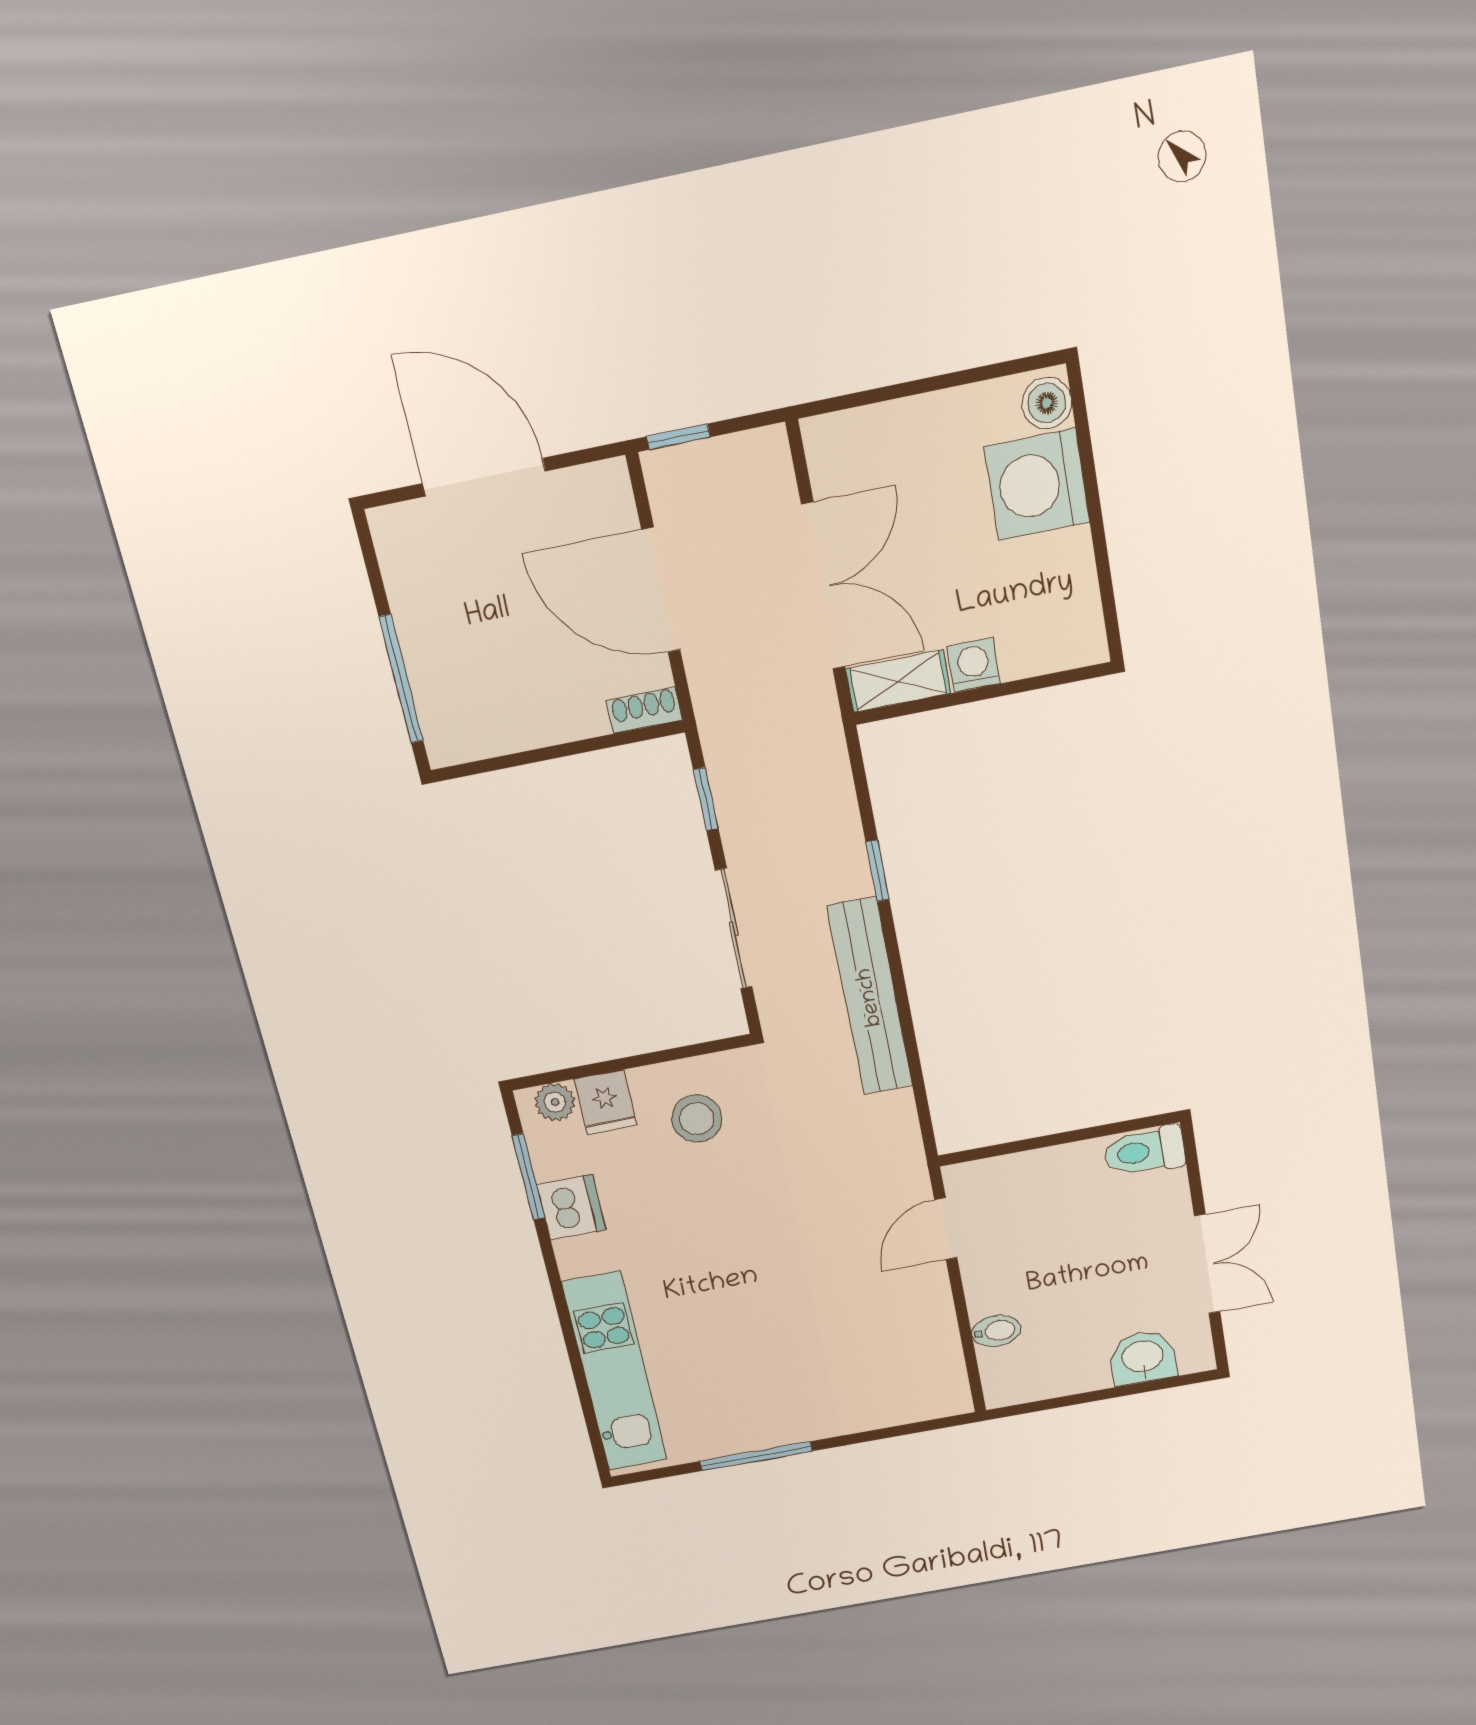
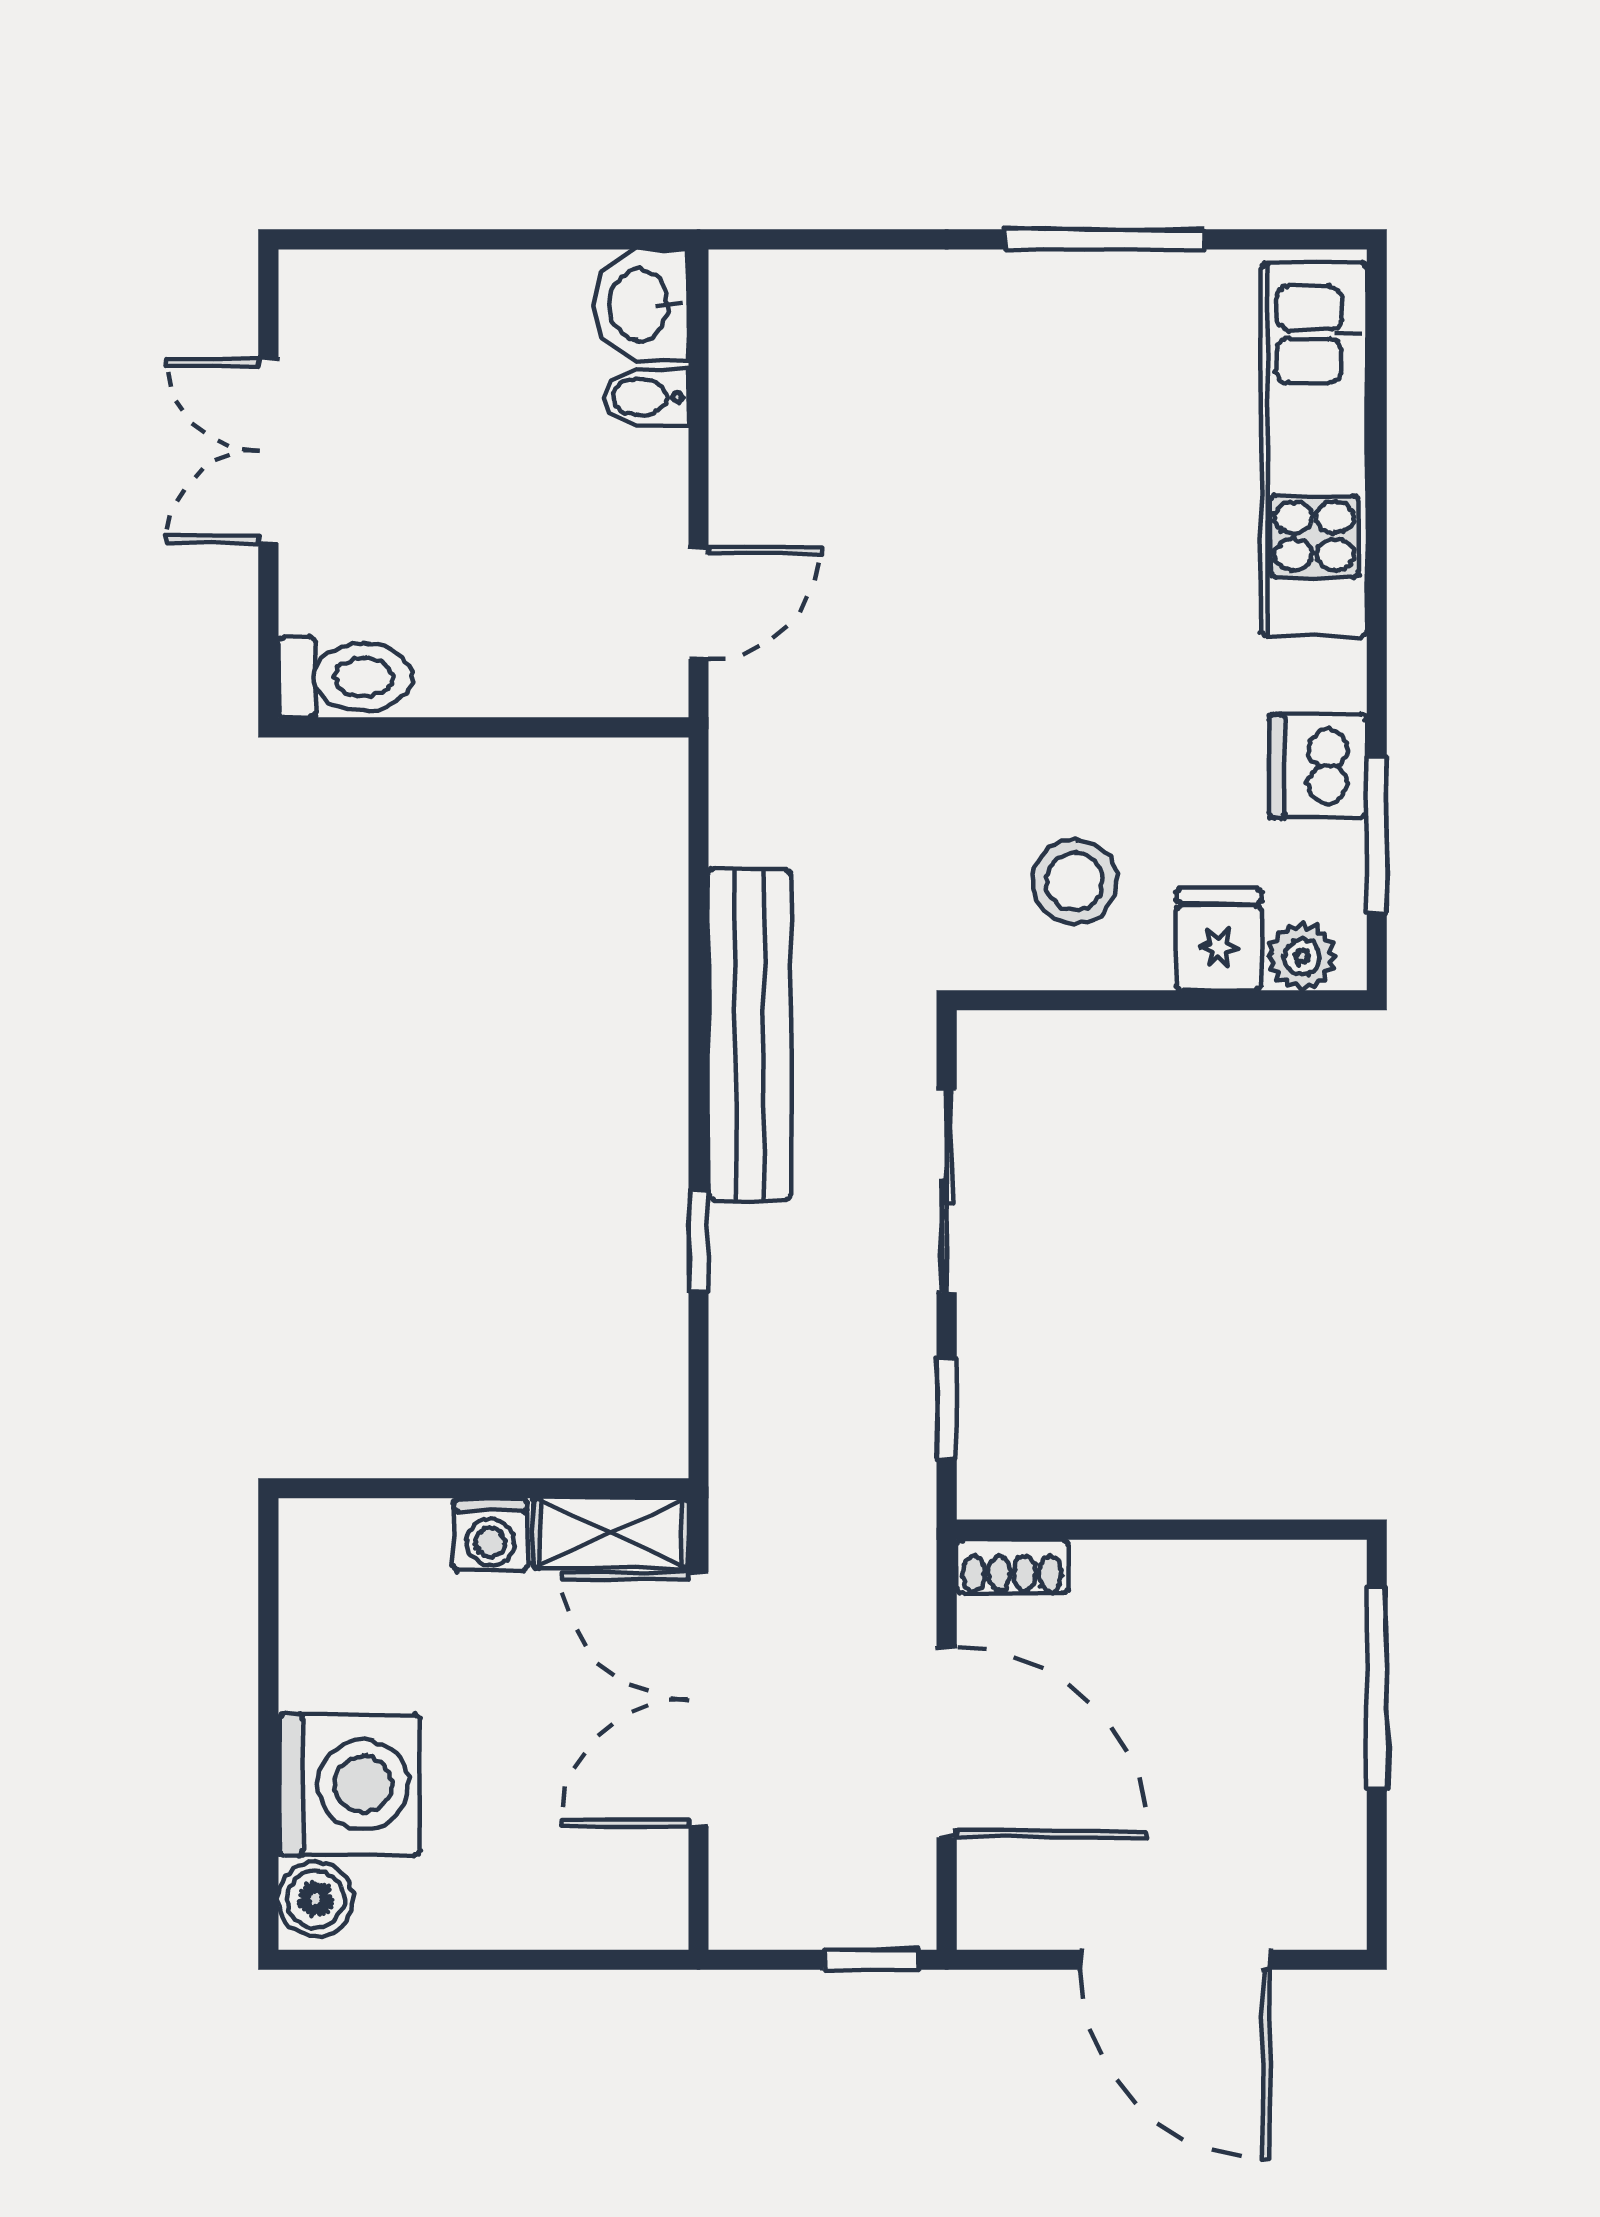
washbasin: (1143, 1358) -> (641, 305), moved, turned 90

